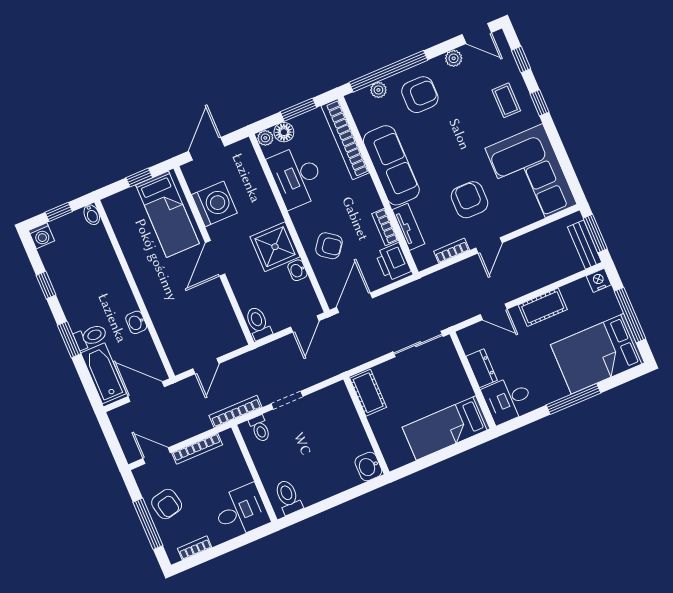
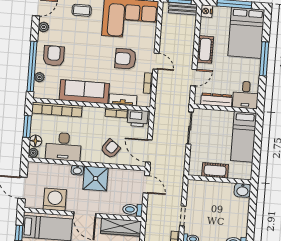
washbasin: (297, 270) -> (77, 170), moved
wardrobe: (224, 320) -> (121, 227), added
dresser: (482, 368) -> (216, 100), width x1.44
cot: (368, 393) -> (215, 170), moved

